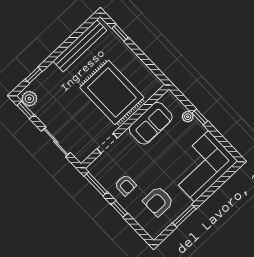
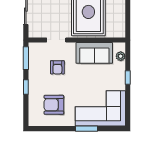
plant: (188, 117) -> (121, 56), moved
armchair: (125, 185) -> (57, 67), moved
window: (184, 216) -> (86, 129), moved

